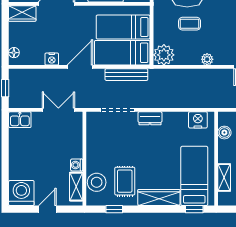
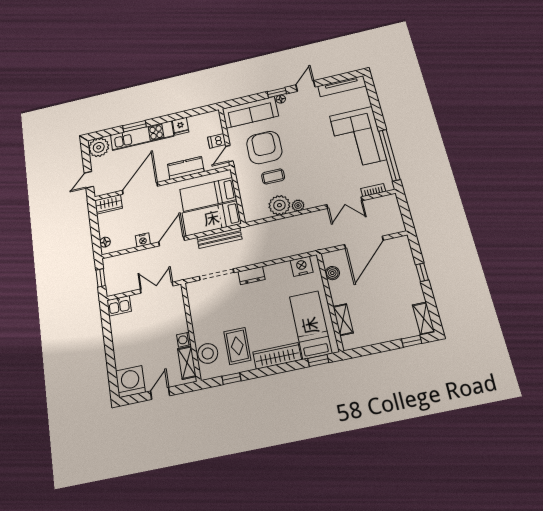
plant: (164, 55) -> (279, 205), moved

